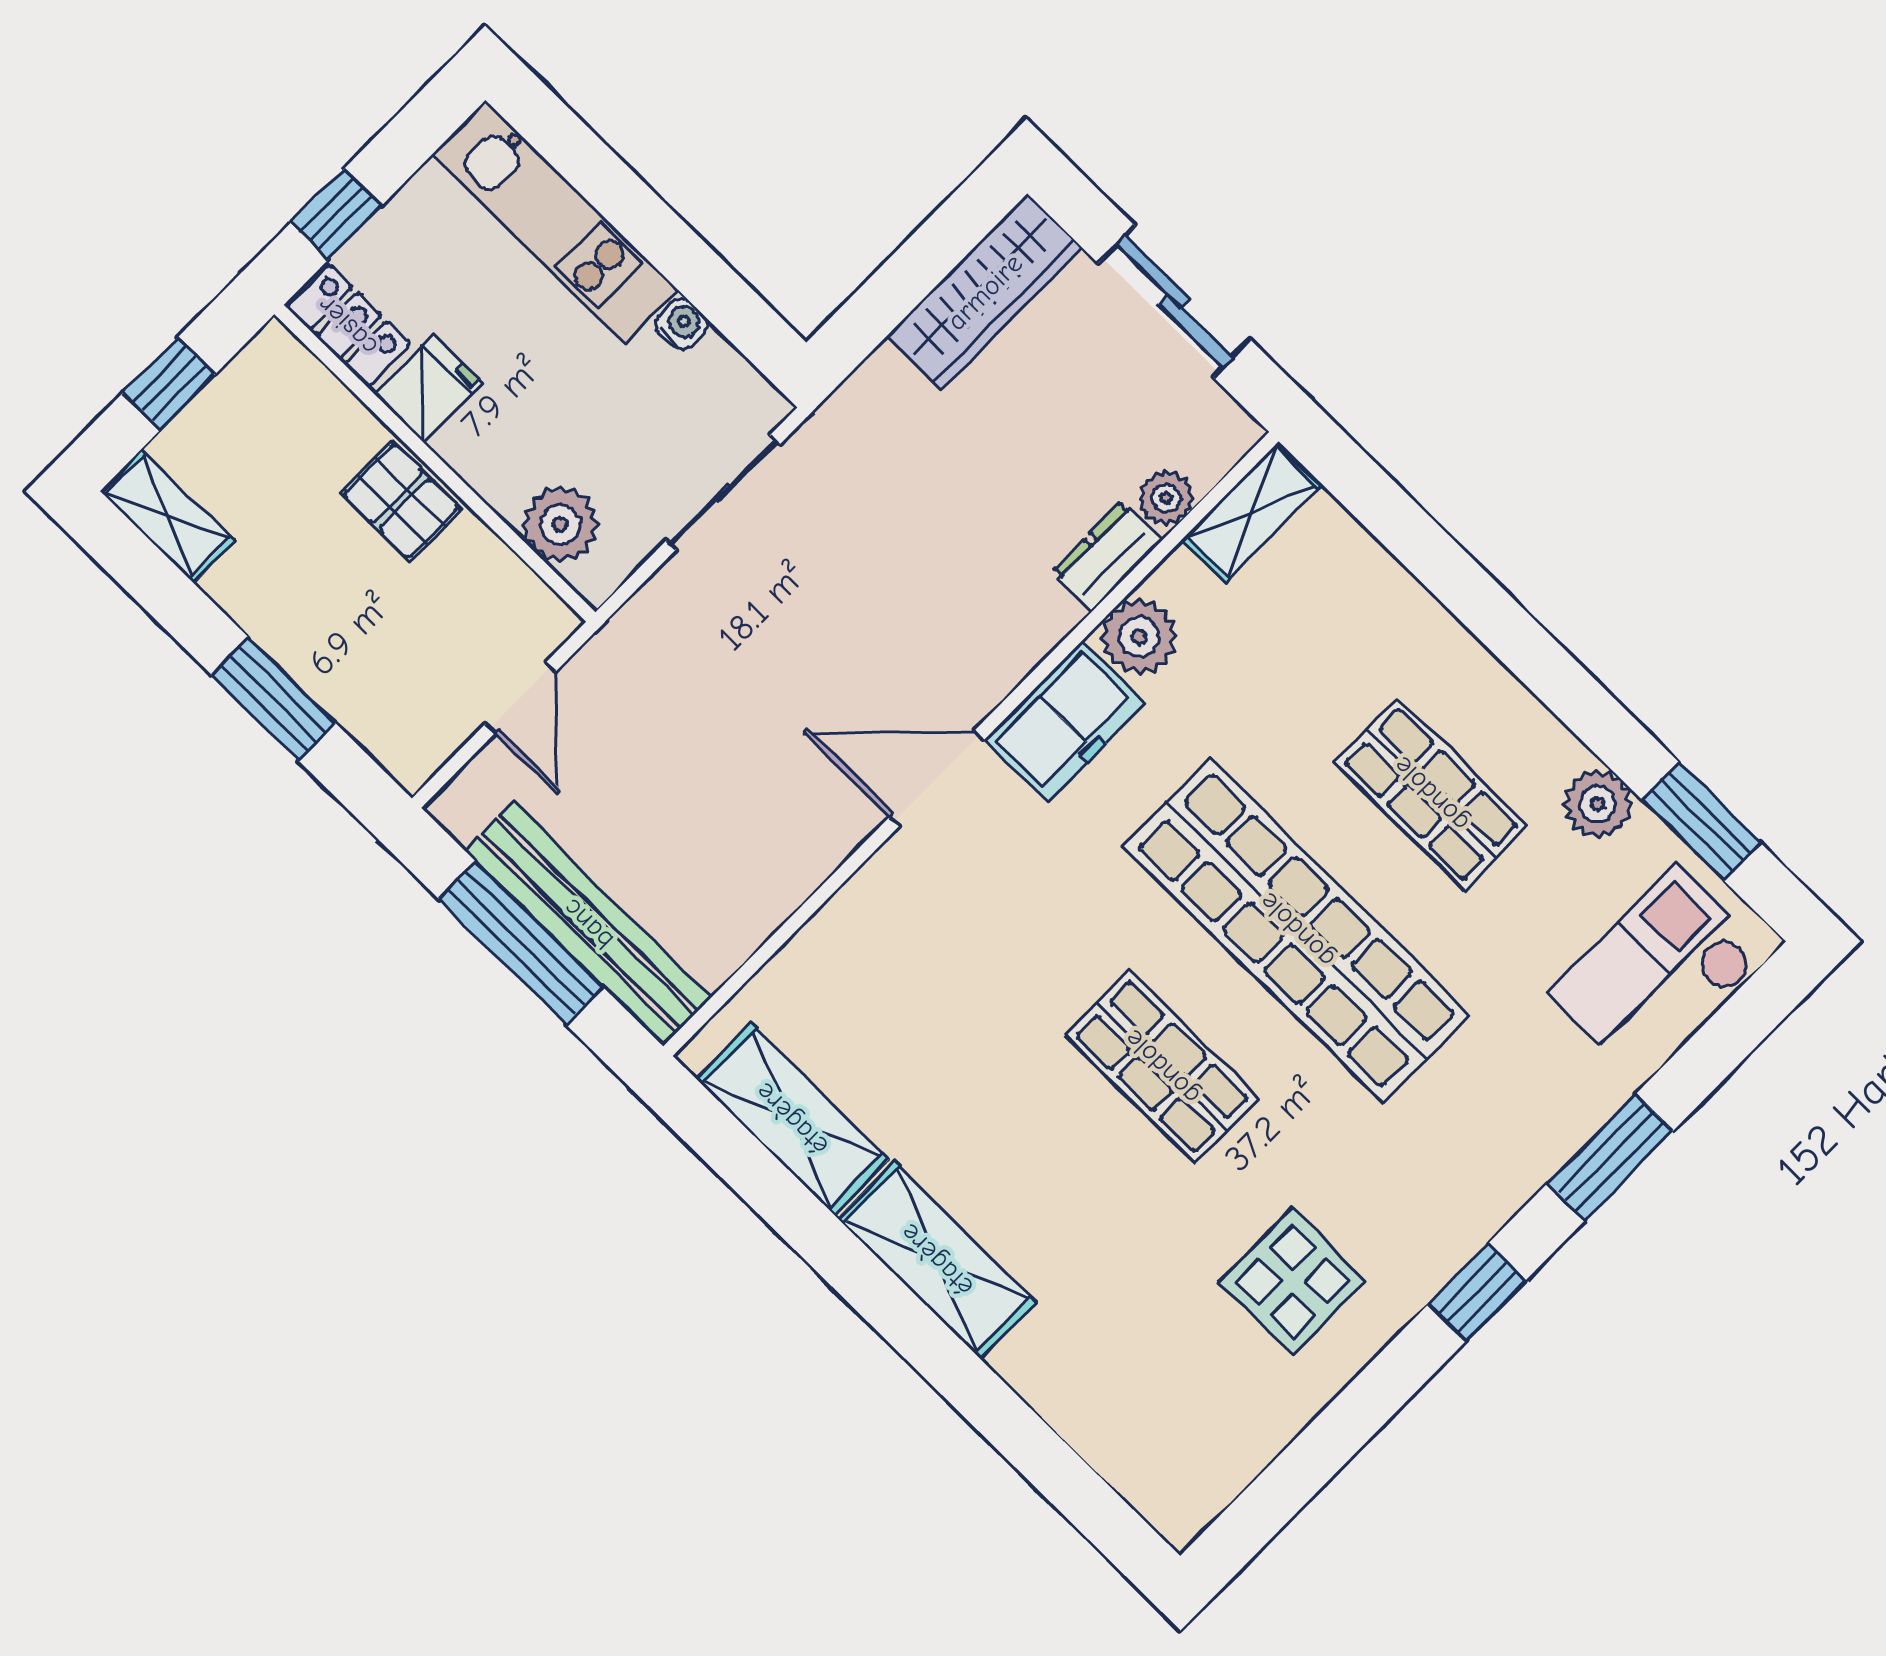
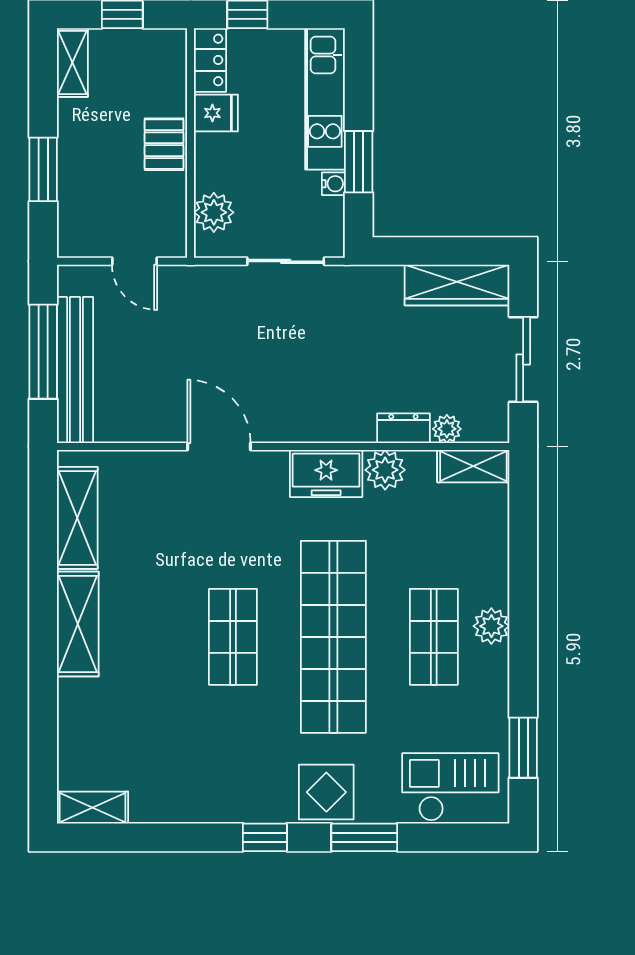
window: (685, 260) -> (359, 162), added
door: (521, 698) -> (135, 261), hinge flipped
door: (936, 779) -> (219, 446), moved
plant: (1598, 804) -> (491, 626), moved
display table: (1293, 1282) -> (326, 792), moved
shelving: (1206, 1486) -> (93, 808), added

